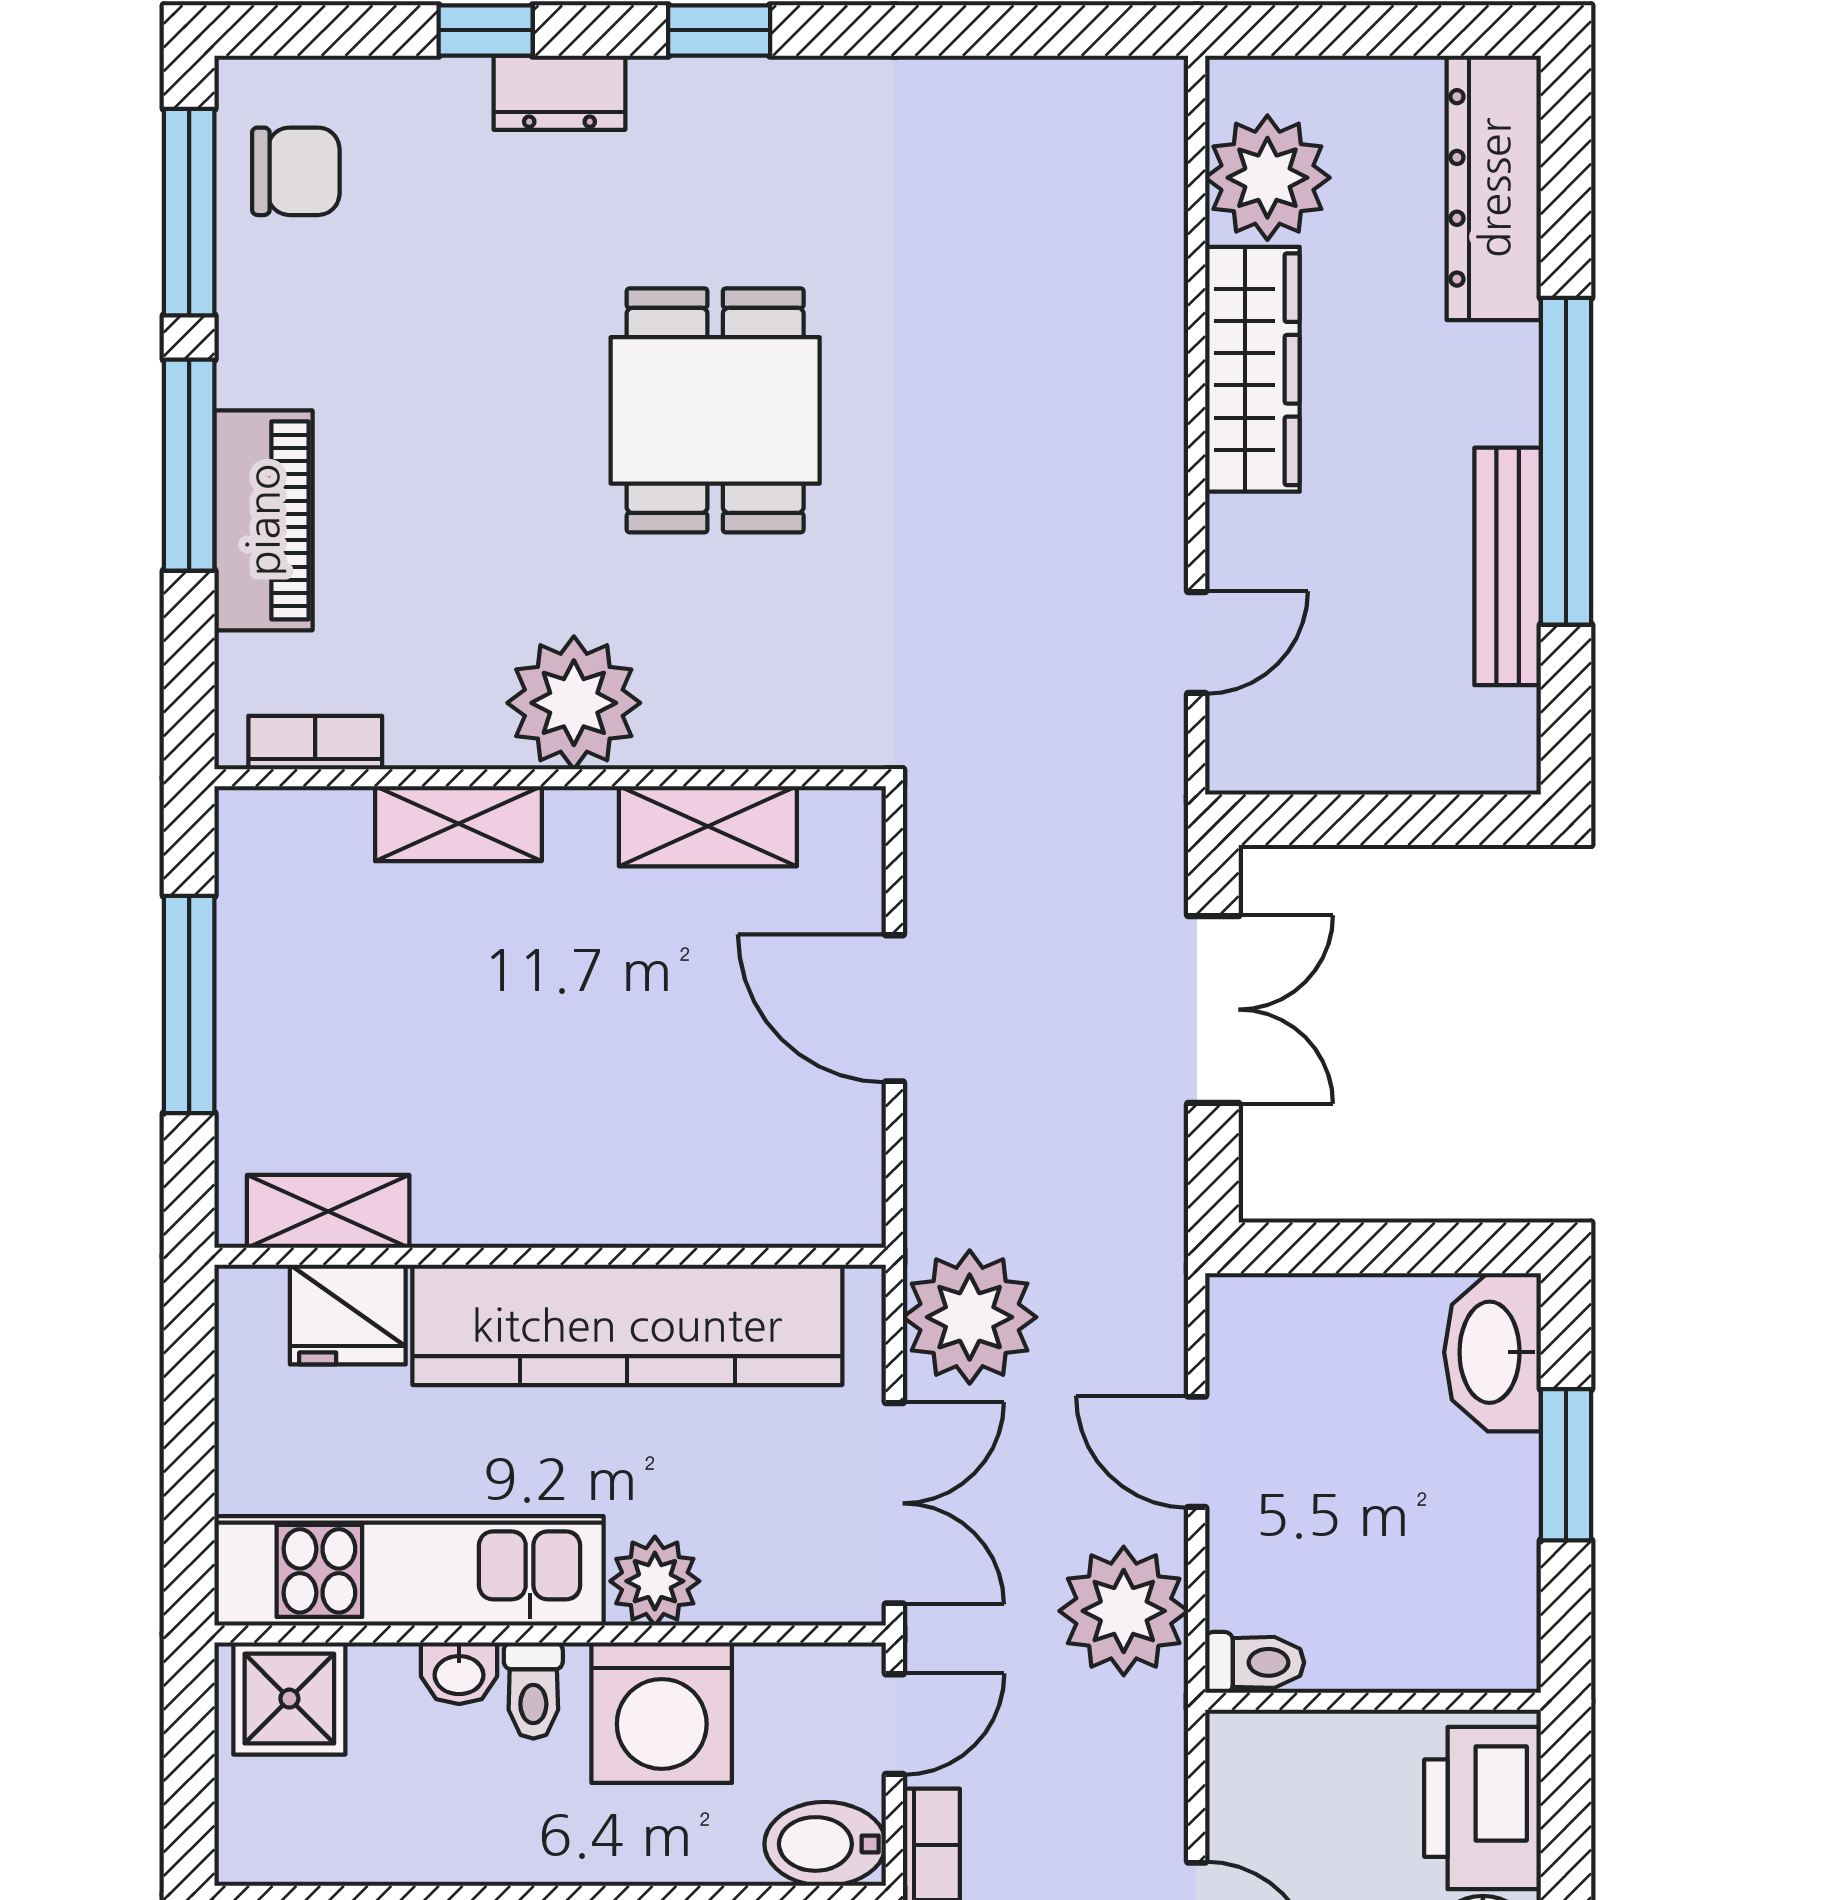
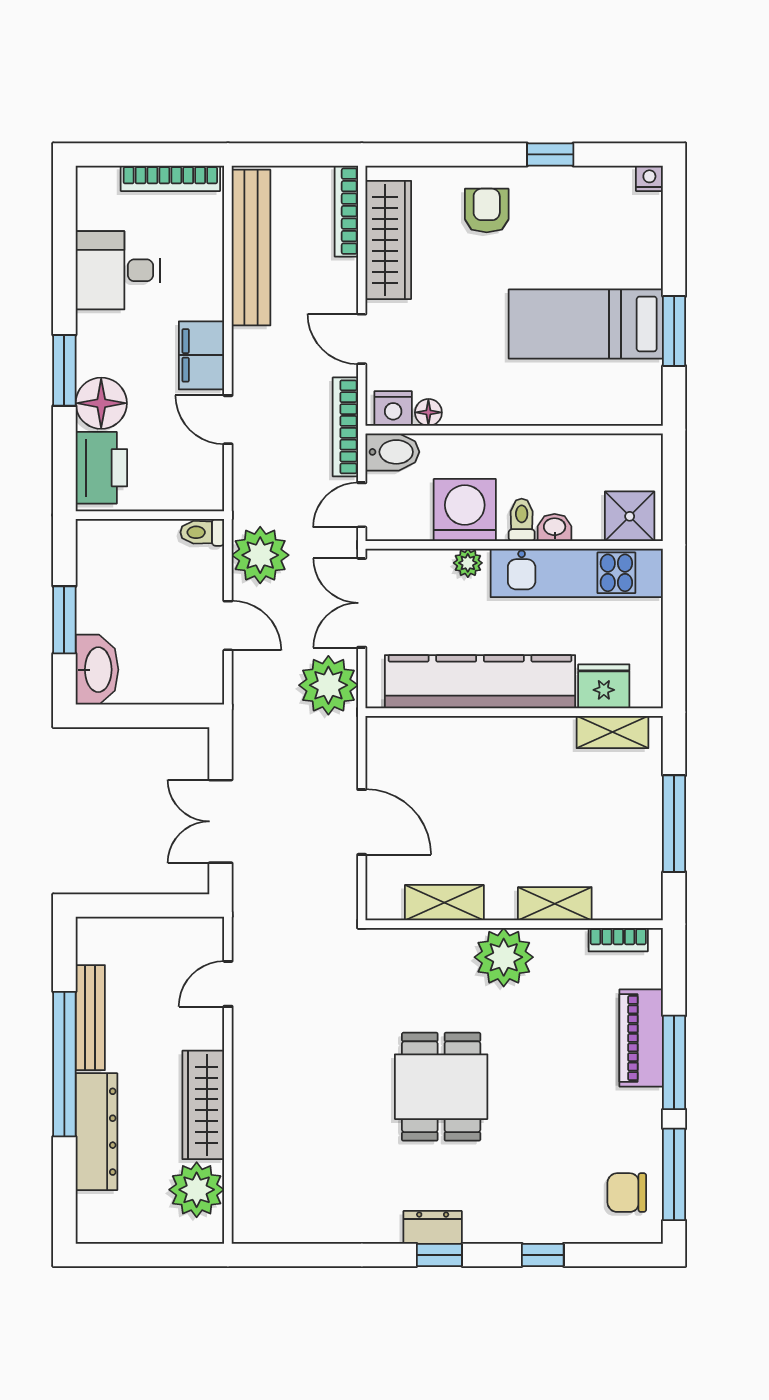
dresser: (559, 93) -> (433, 1227), moved
dresser: (1494, 188) -> (96, 1132), moved
plant: (655, 1581) -> (468, 563), width x0.73, depth x0.73

